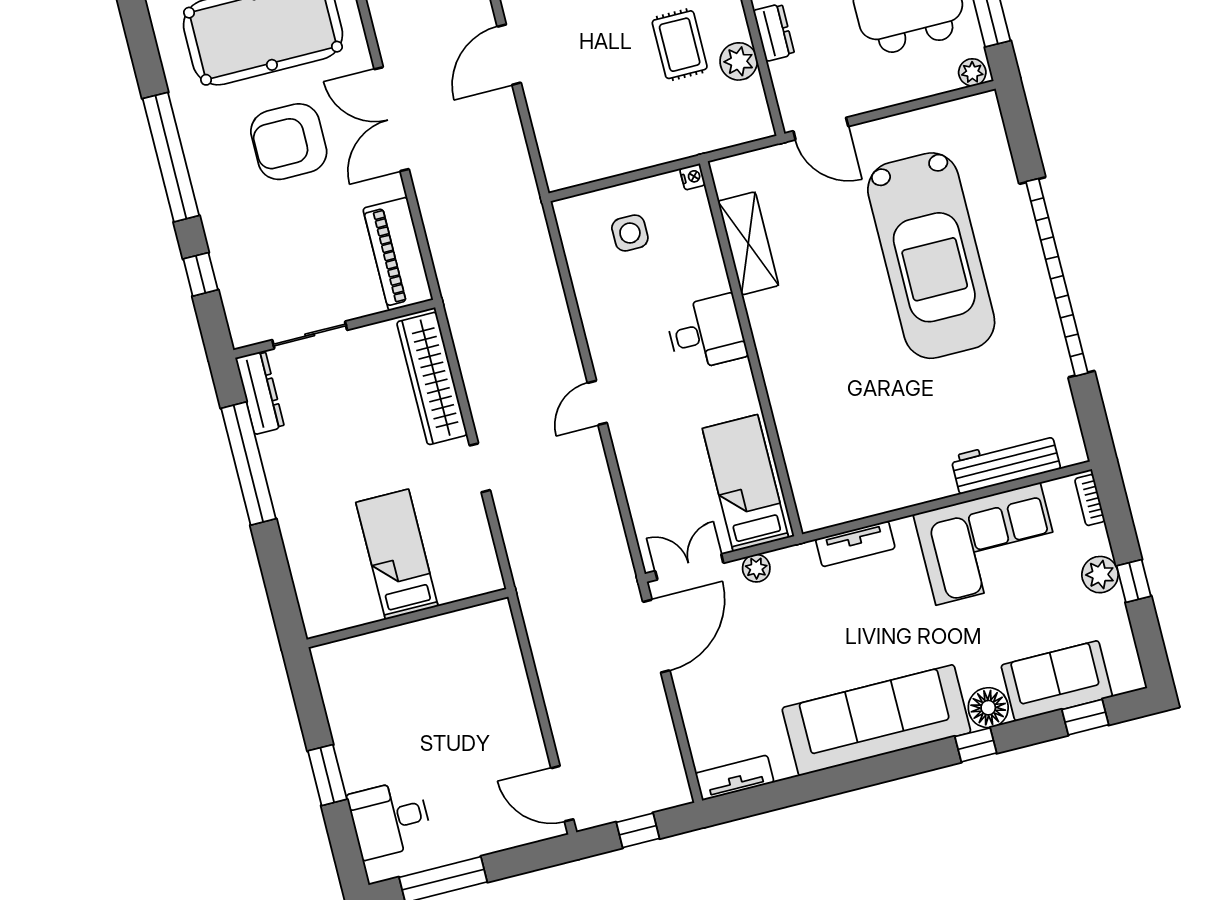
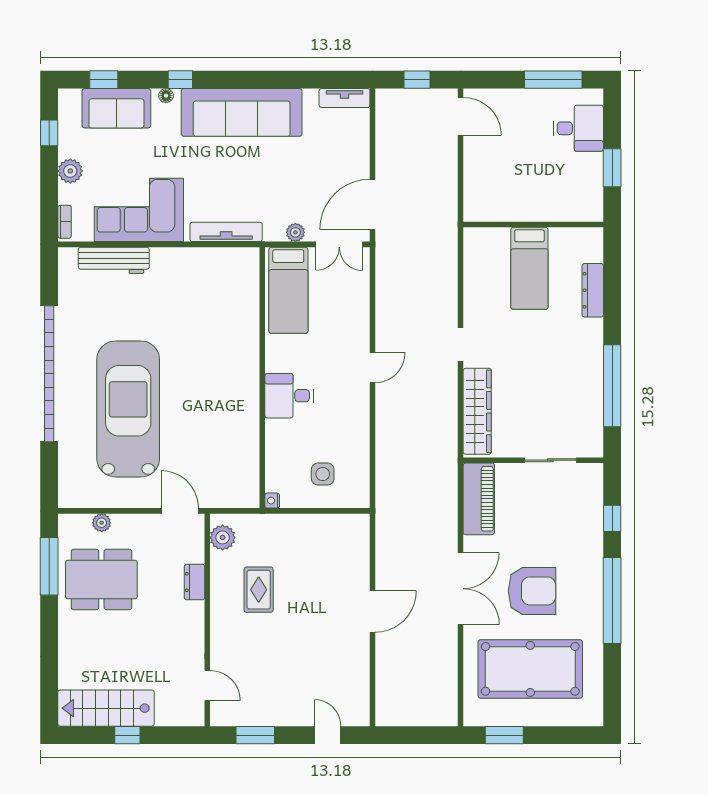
plant: (739, 61) -> (223, 537), moved
plant: (972, 72) -> (102, 523), moved
shelving: (748, 243) -> (247, 447), removed
dresser: (260, 393) -> (593, 290), moved
tv unit: (855, 544) -> (226, 232), width x1.41
bed: (397, 554) -> (529, 268), moved
window: (1134, 581) -> (49, 133), moved
wall: (407, 618) -> (533, 225), moved
floor lamp: (988, 708) -> (166, 96), width x0.53, depth x0.53

